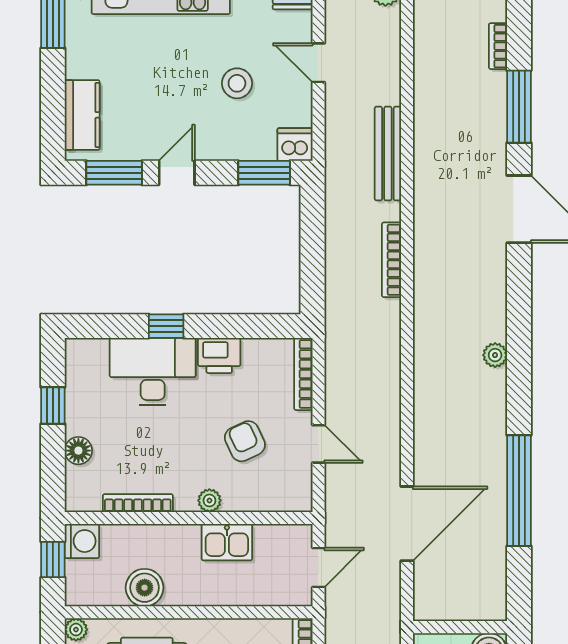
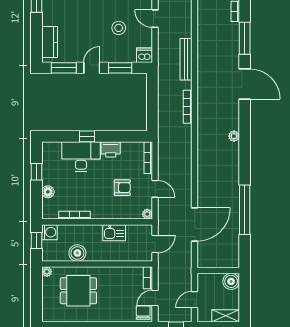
window: (264, 173) -> (120, 68), moved
plant: (495, 355) -> (234, 136), moved
armchair: (245, 441) -> (122, 188), turned 115
plant: (209, 500) -> (147, 214), moved

